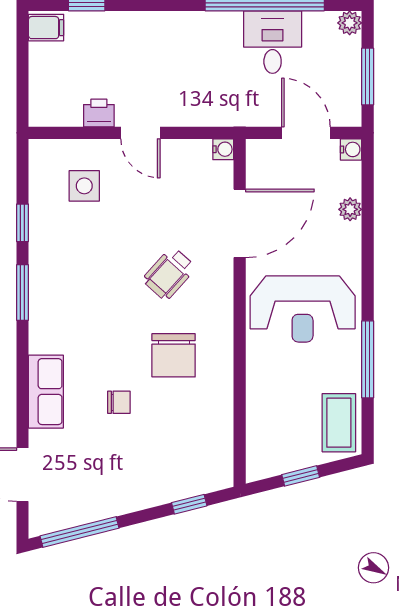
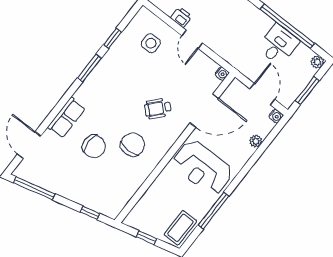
chair: (174, 355) -> (133, 145), turned 180
chair: (119, 402) -> (94, 146), width x1.87, depth x1.87

